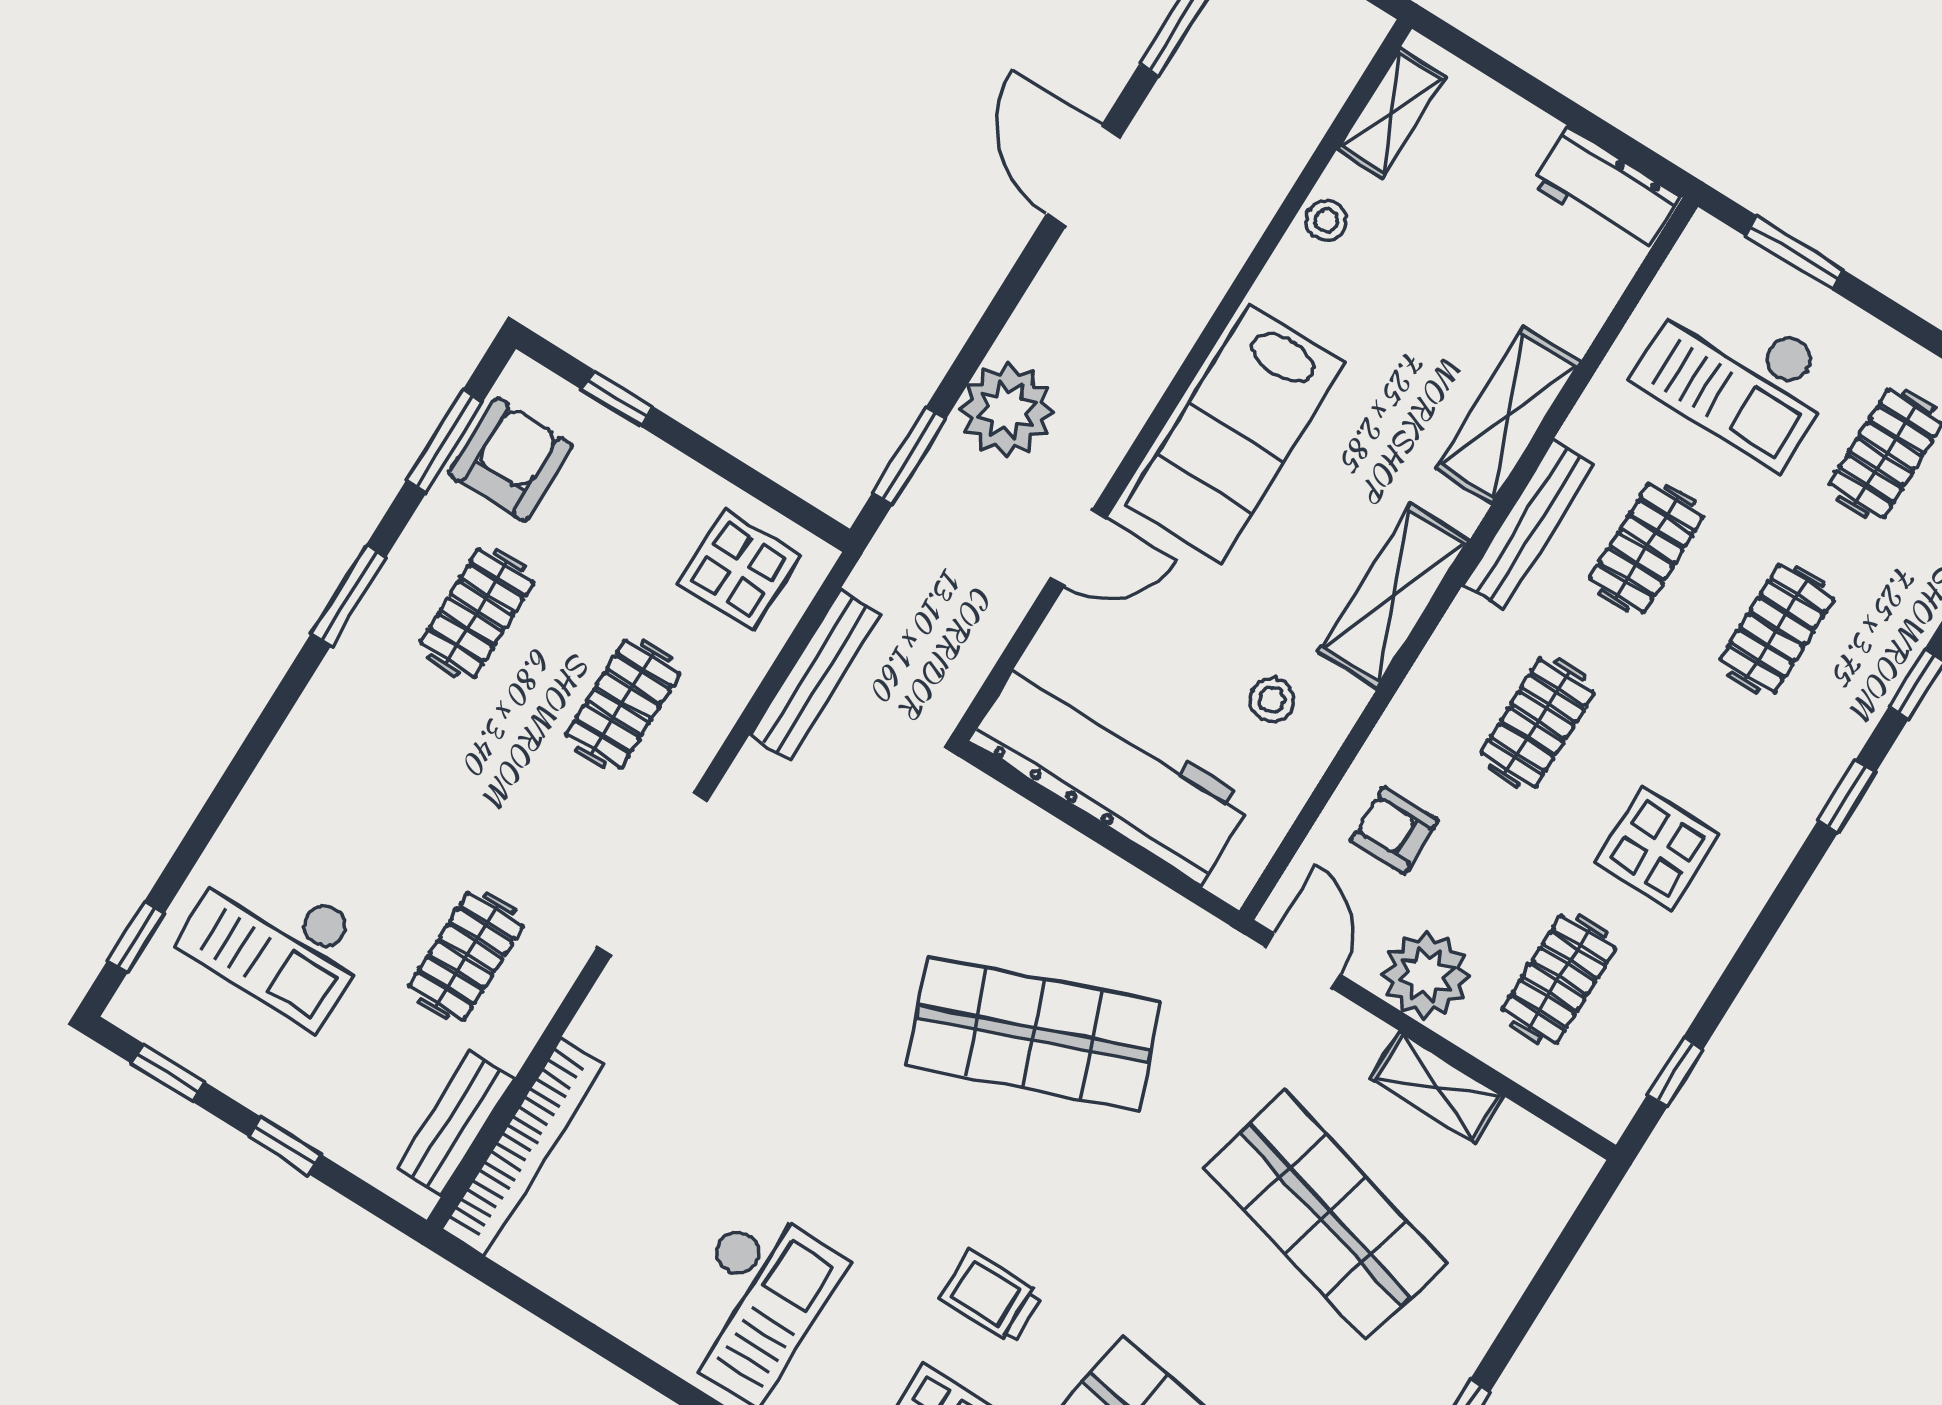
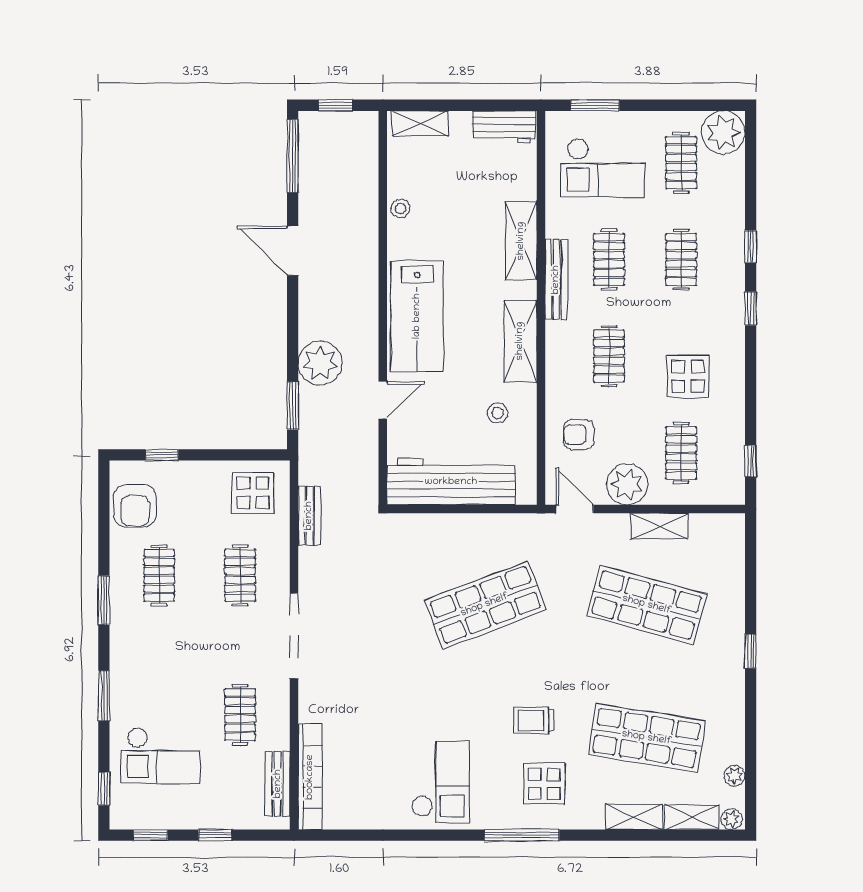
shelving: (1391, 113) -> (420, 123), moved, turned 90
window: (444, 441) -> (104, 696), moved
armchair: (511, 459) -> (135, 506), turned 180
bench: (815, 674) -> (309, 516), width x0.73

